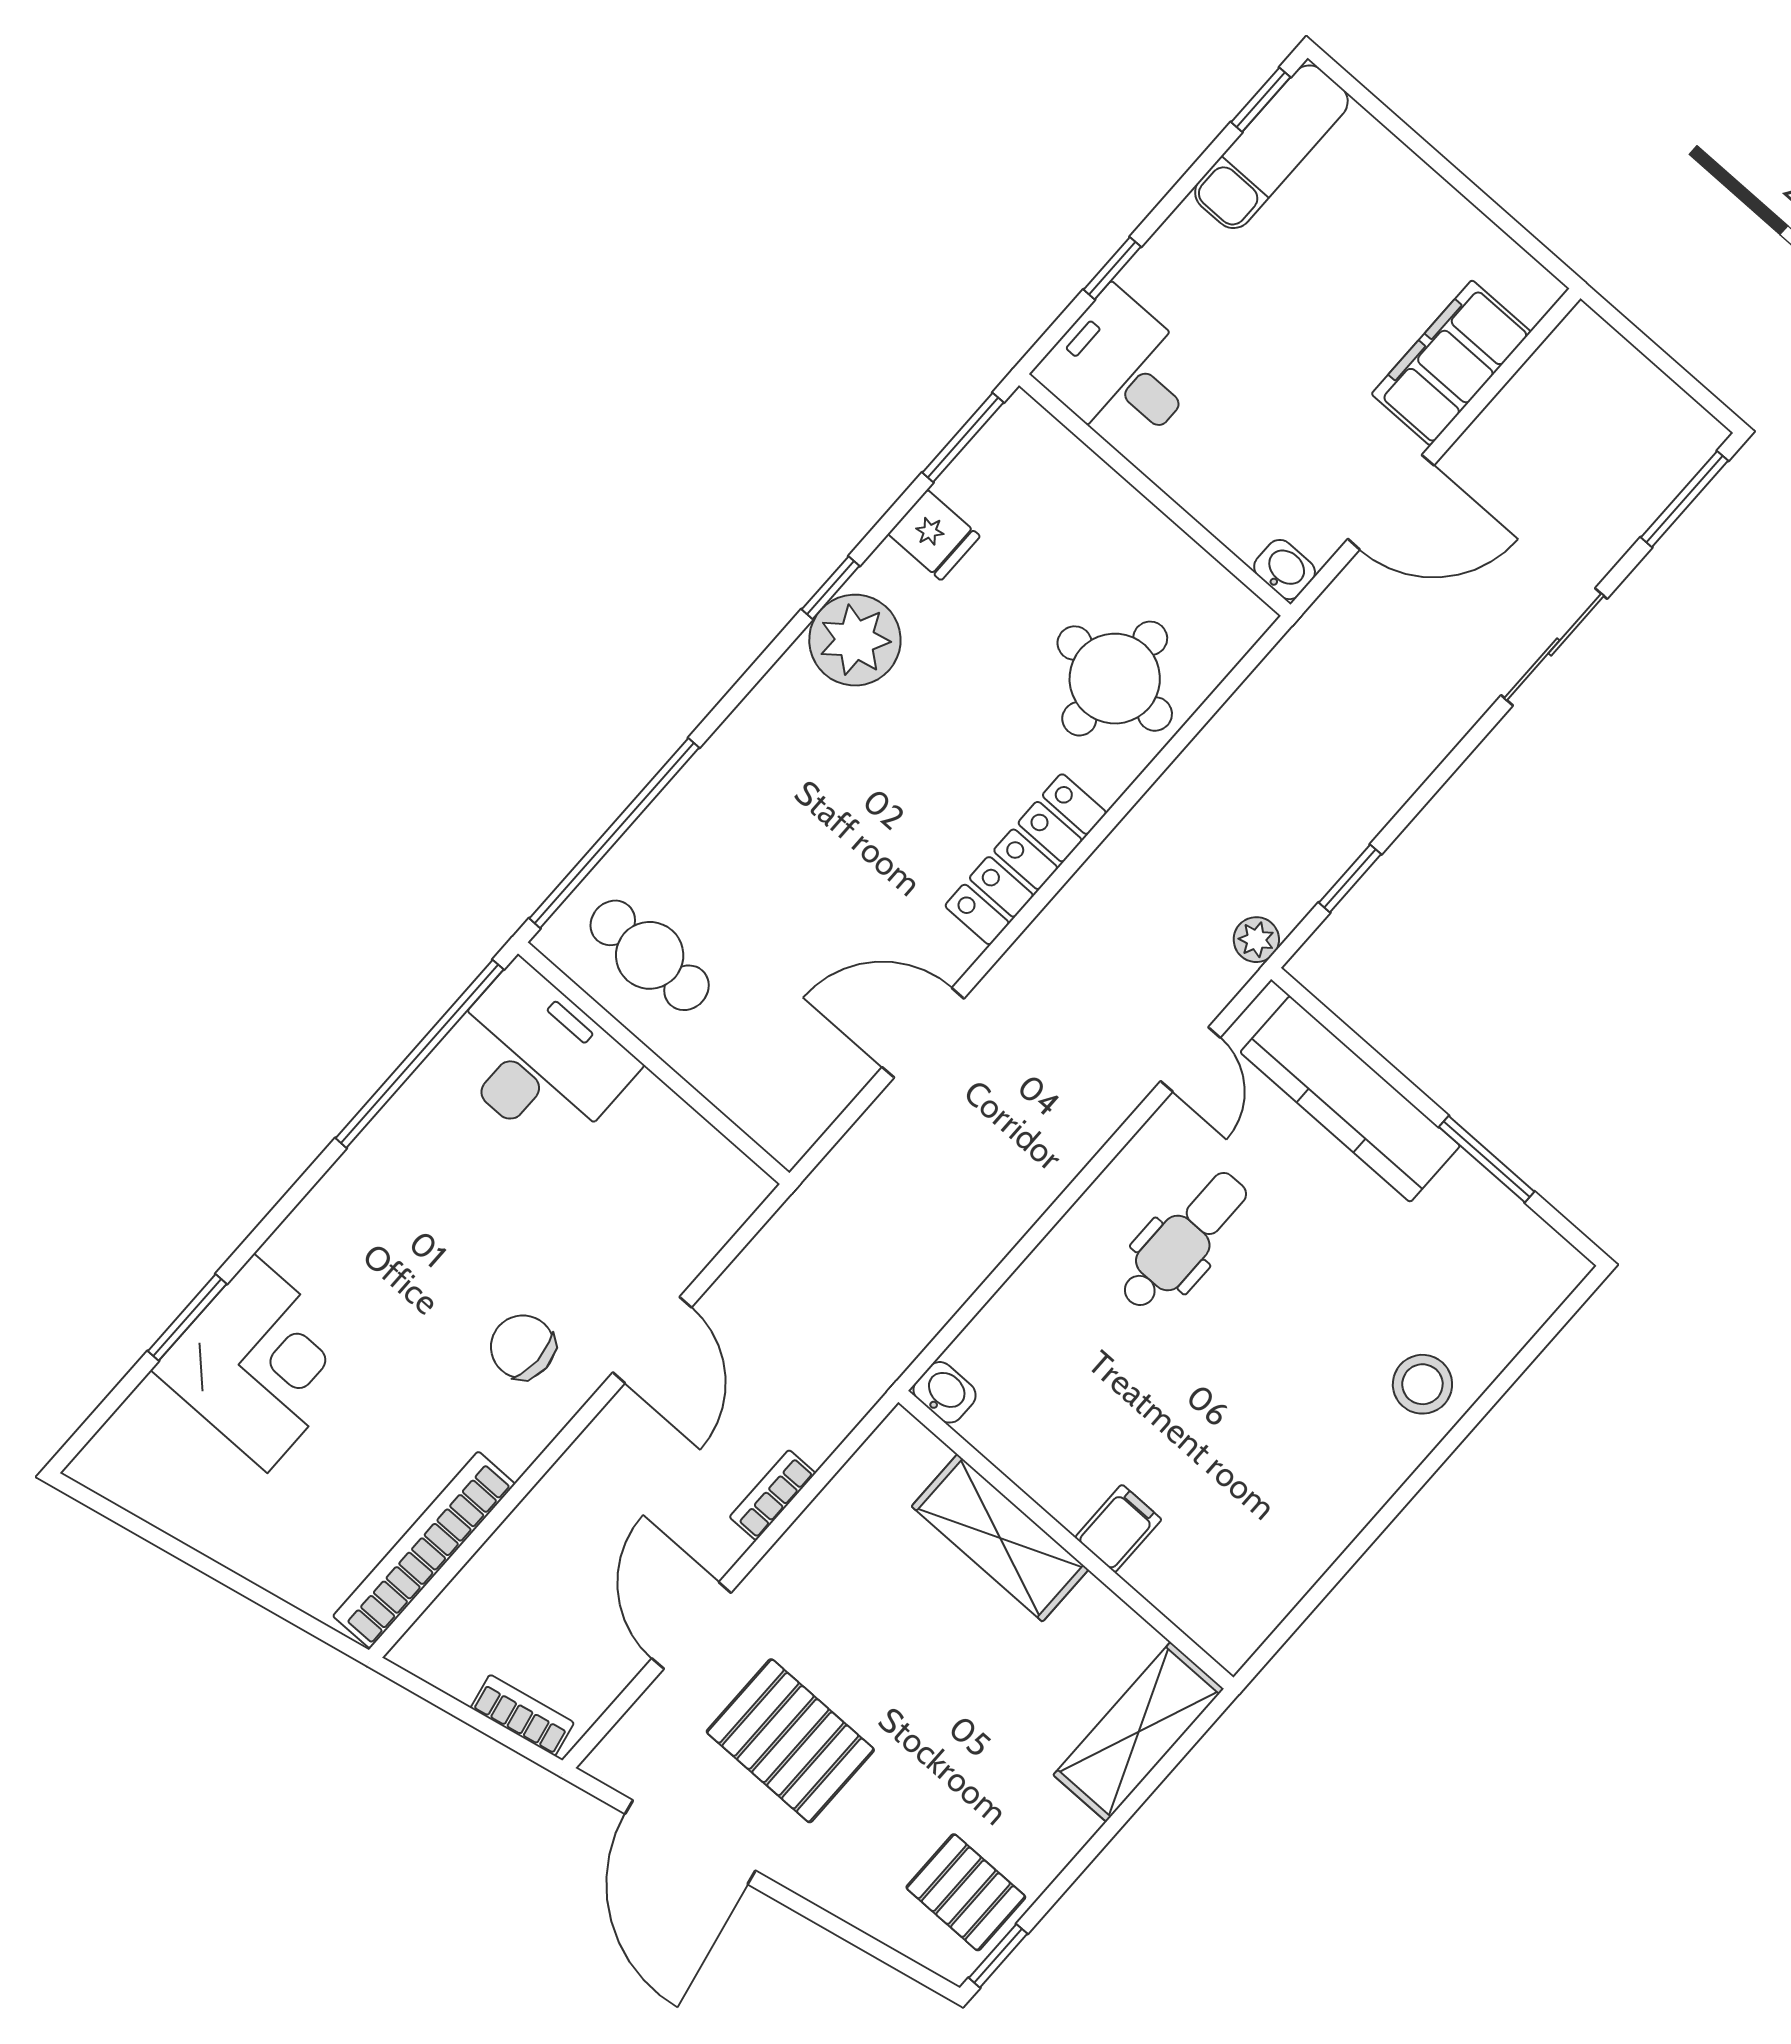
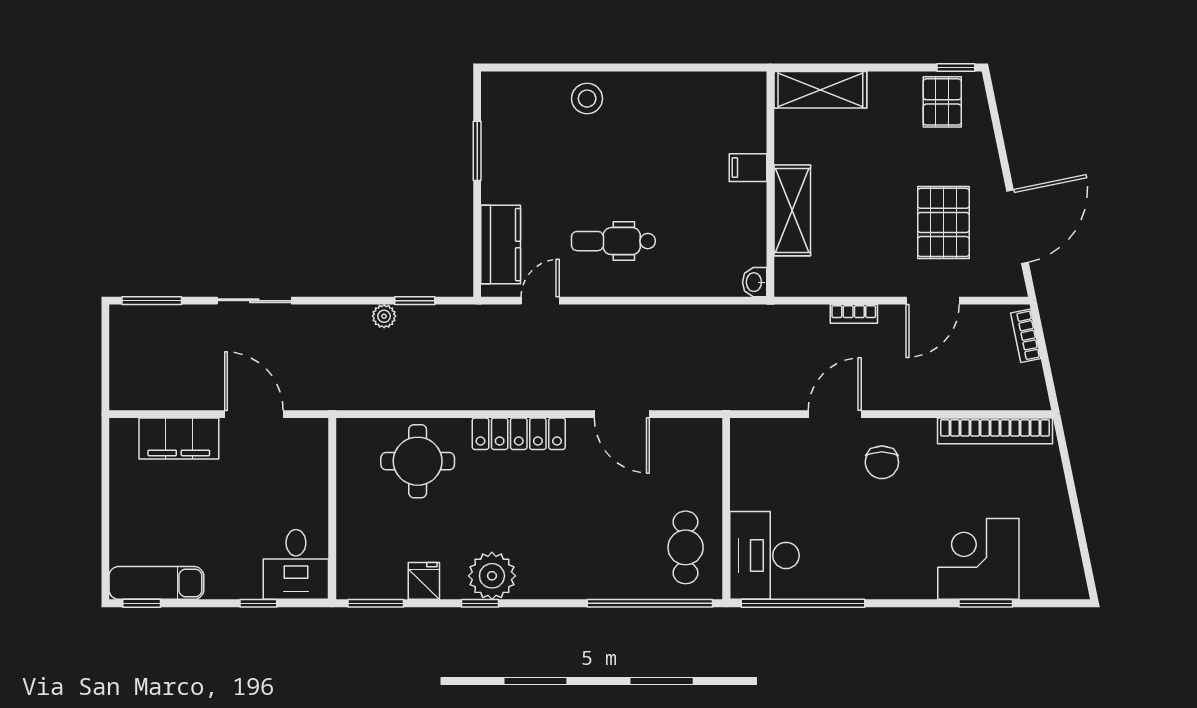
washbasin: (1285, 570) -> (317, 432), removed
plant: (1256, 940) -> (384, 316), moved
kitchen counter: (1350, 1099) -> (501, 245), width x0.67

